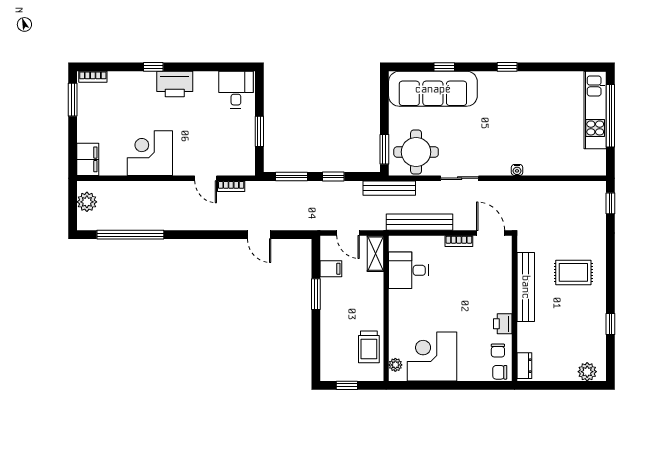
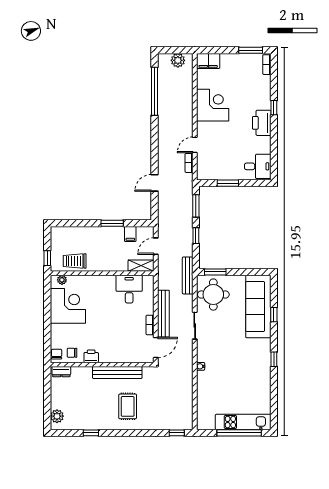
bench: (420, 222) -> (163, 314), moved
window: (347, 385) -> (47, 258), moved

